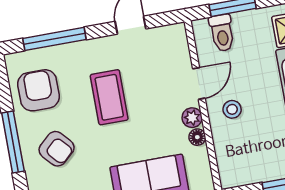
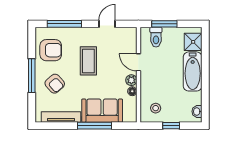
door: (199, 83) -> (138, 62), swing flipped
armchair: (39, 90) -> (51, 50), turned 90
stool: (232, 109) -> (156, 108), moved

